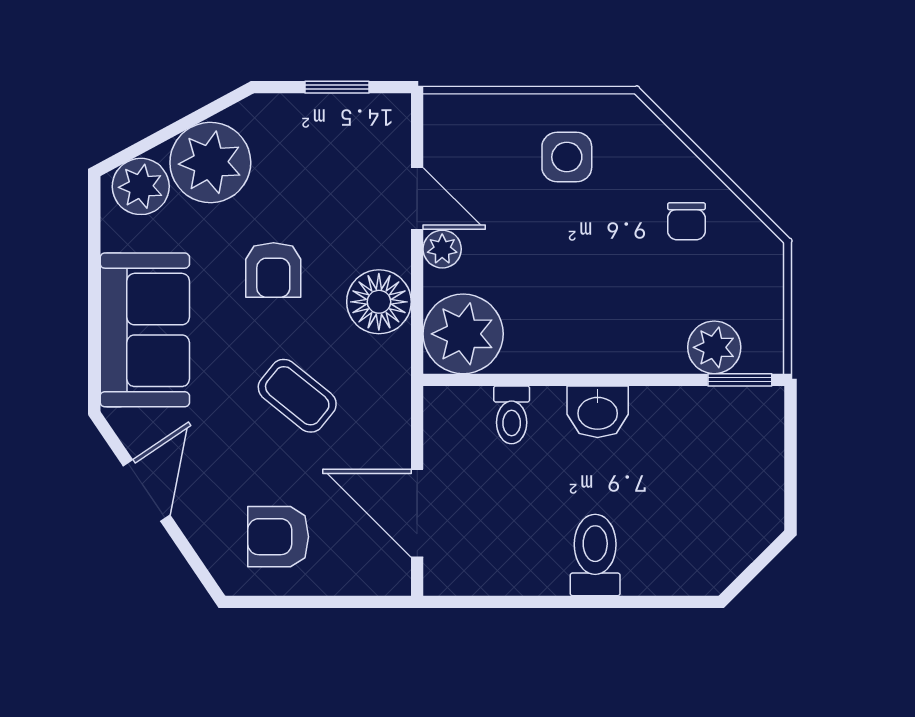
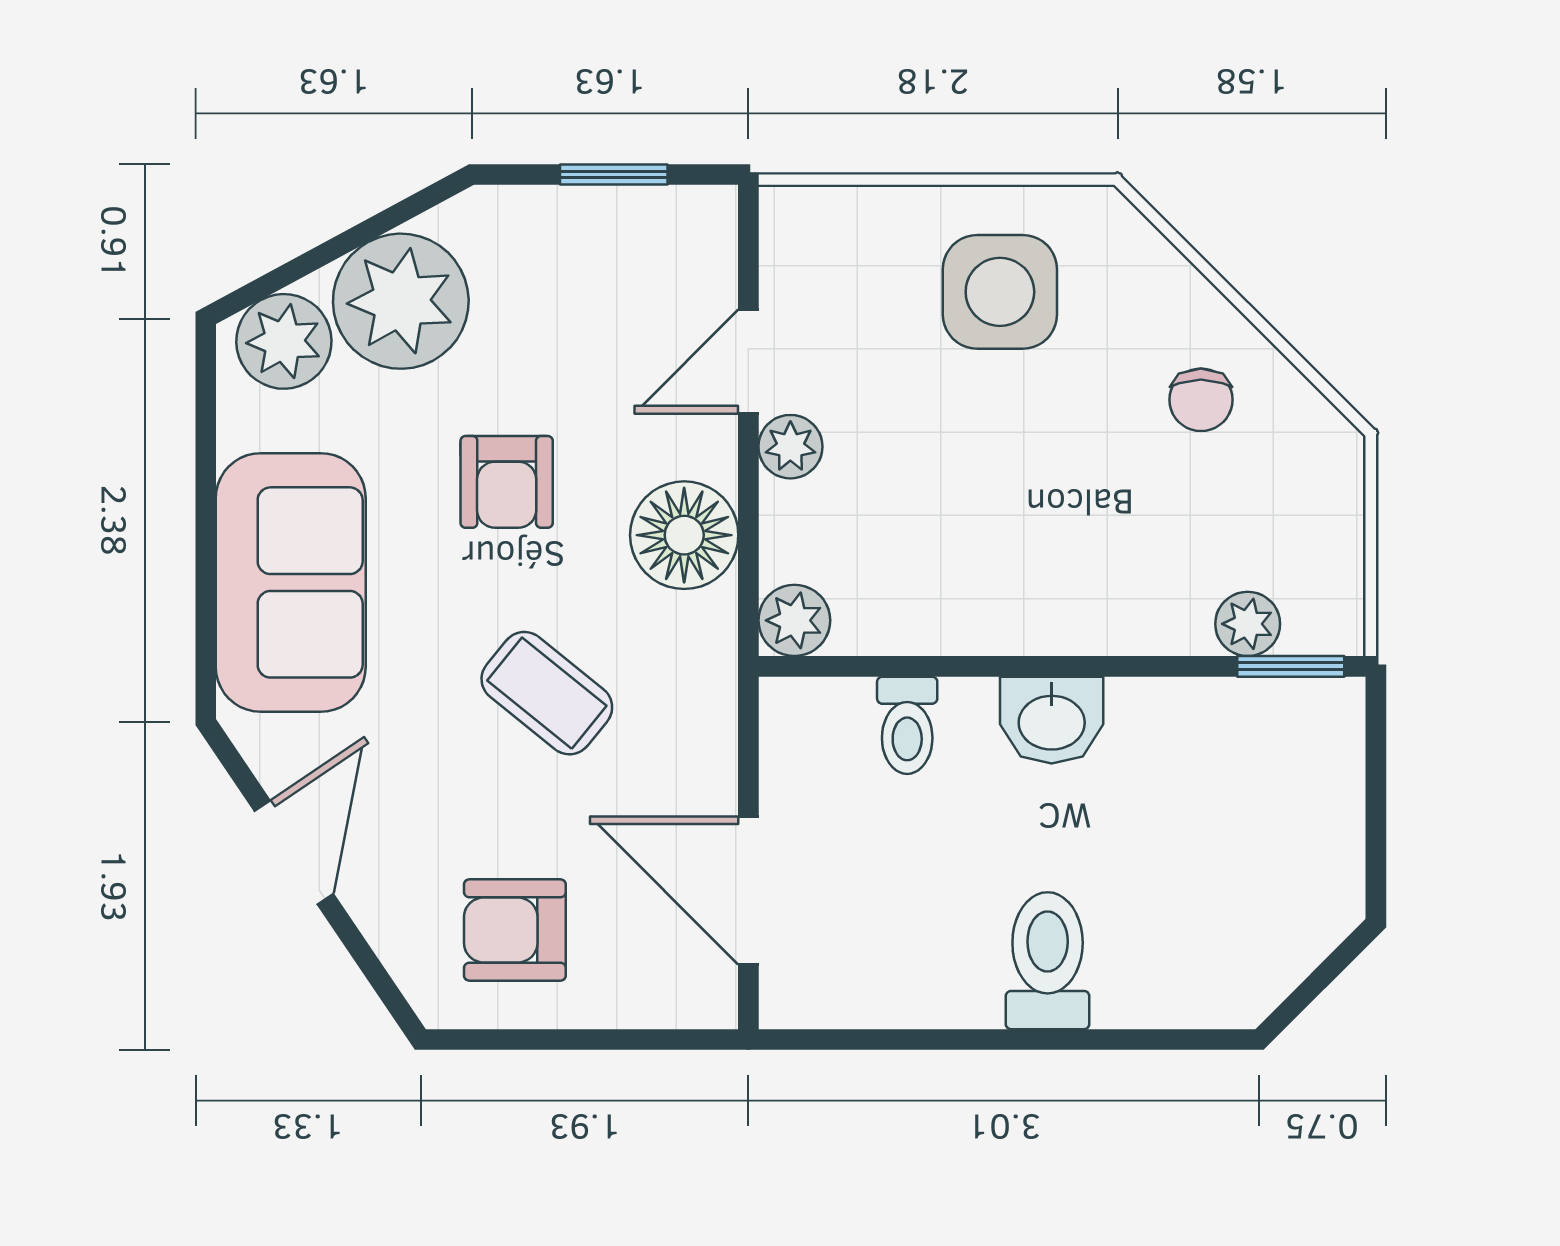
side table: (567, 157) -> (1000, 292), width x1.37, depth x1.37
door: (417, 199) -> (748, 362), swing flipped
plant: (463, 334) -> (794, 620), width x0.53, depth x0.53
plant: (714, 347) -> (1248, 624), width x0.73, depth x0.73

